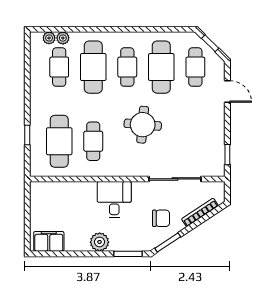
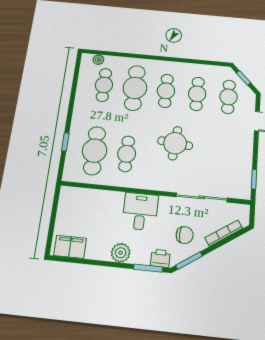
plant: (63, 38) -> (111, 61), removed
cafe table: (161, 67) -> (197, 94), width x0.73, depth x0.74
printer: (139, 243) -> (160, 258), added

